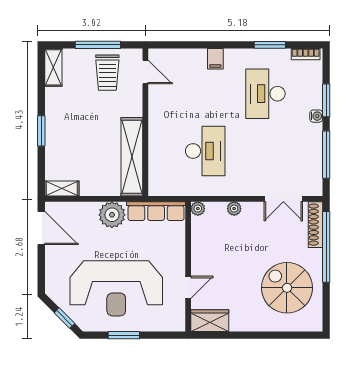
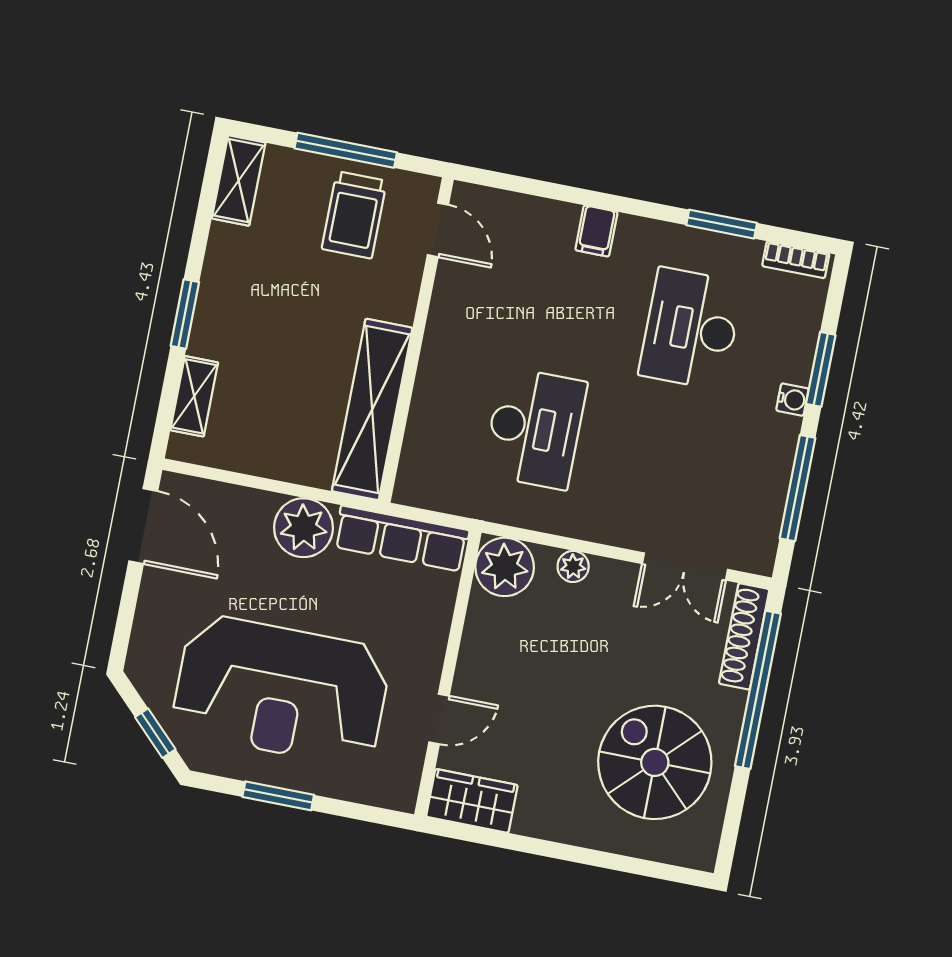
shelving: (62, 189) -> (194, 396), moved, turned 90
plant: (198, 209) -> (505, 567), width x1.87, depth x1.87

